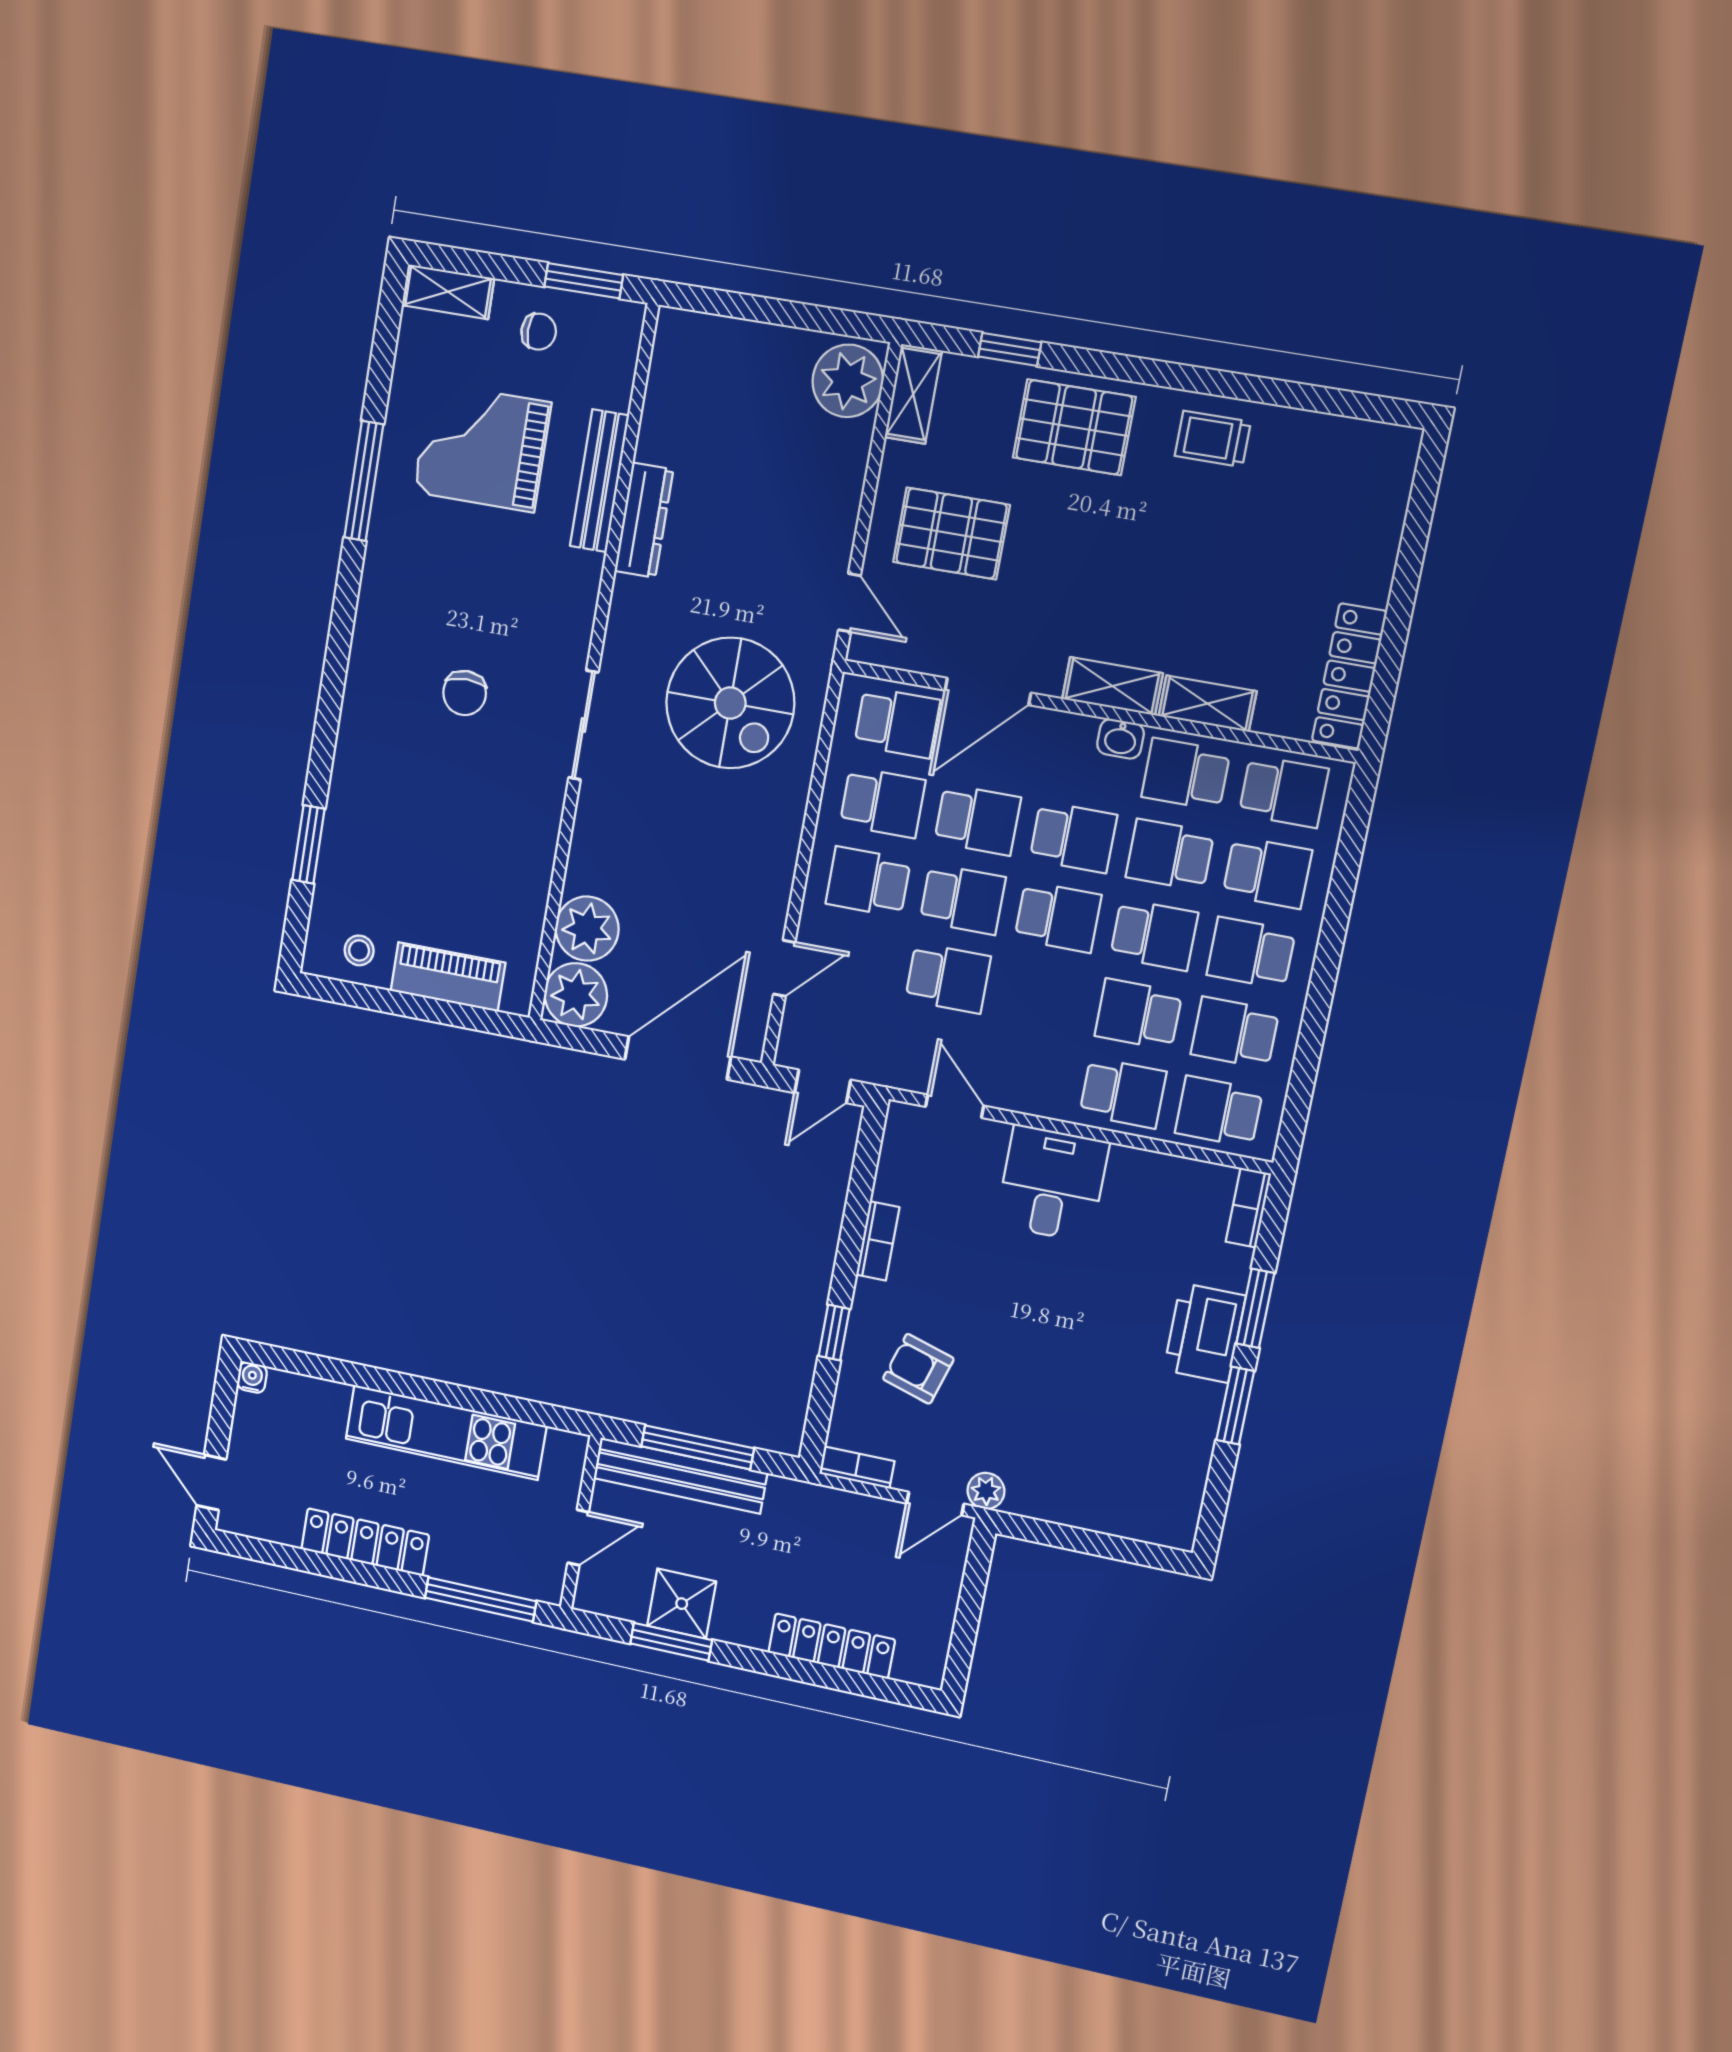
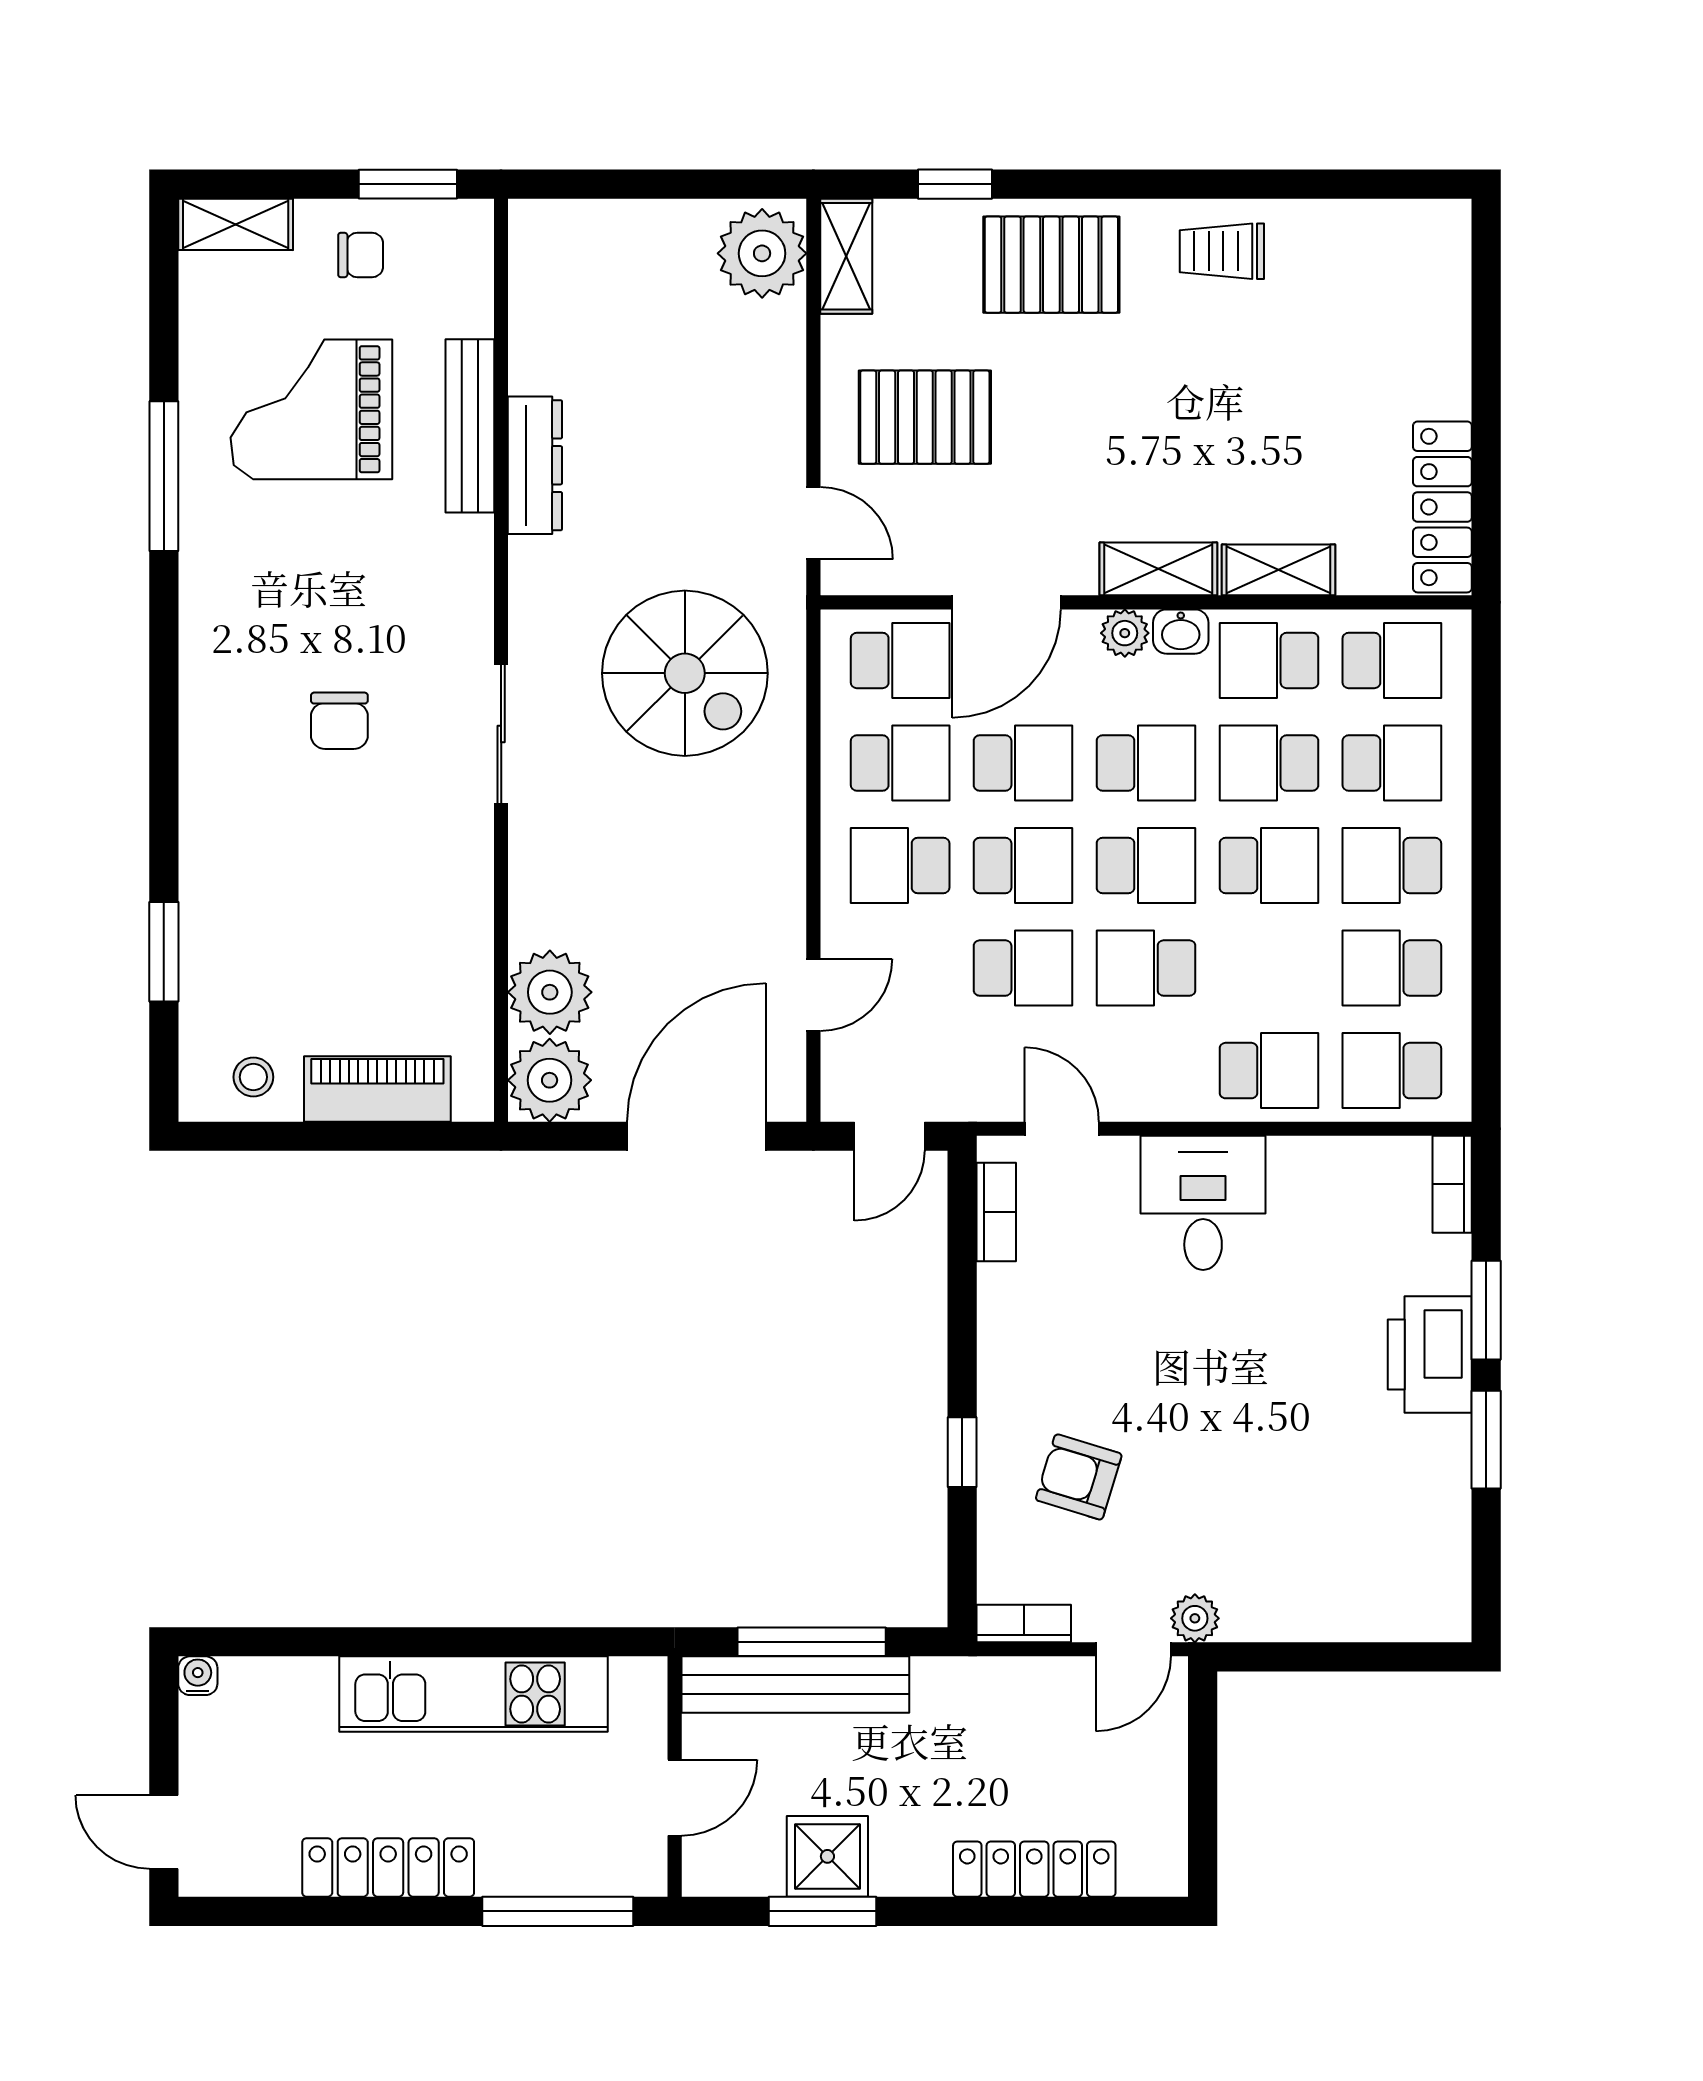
plant: (1076, 732) -> (1125, 633), added
school desk: (1138, 1014) -> (1146, 968), moved
bookcase: (878, 1241) -> (996, 1212), moved

